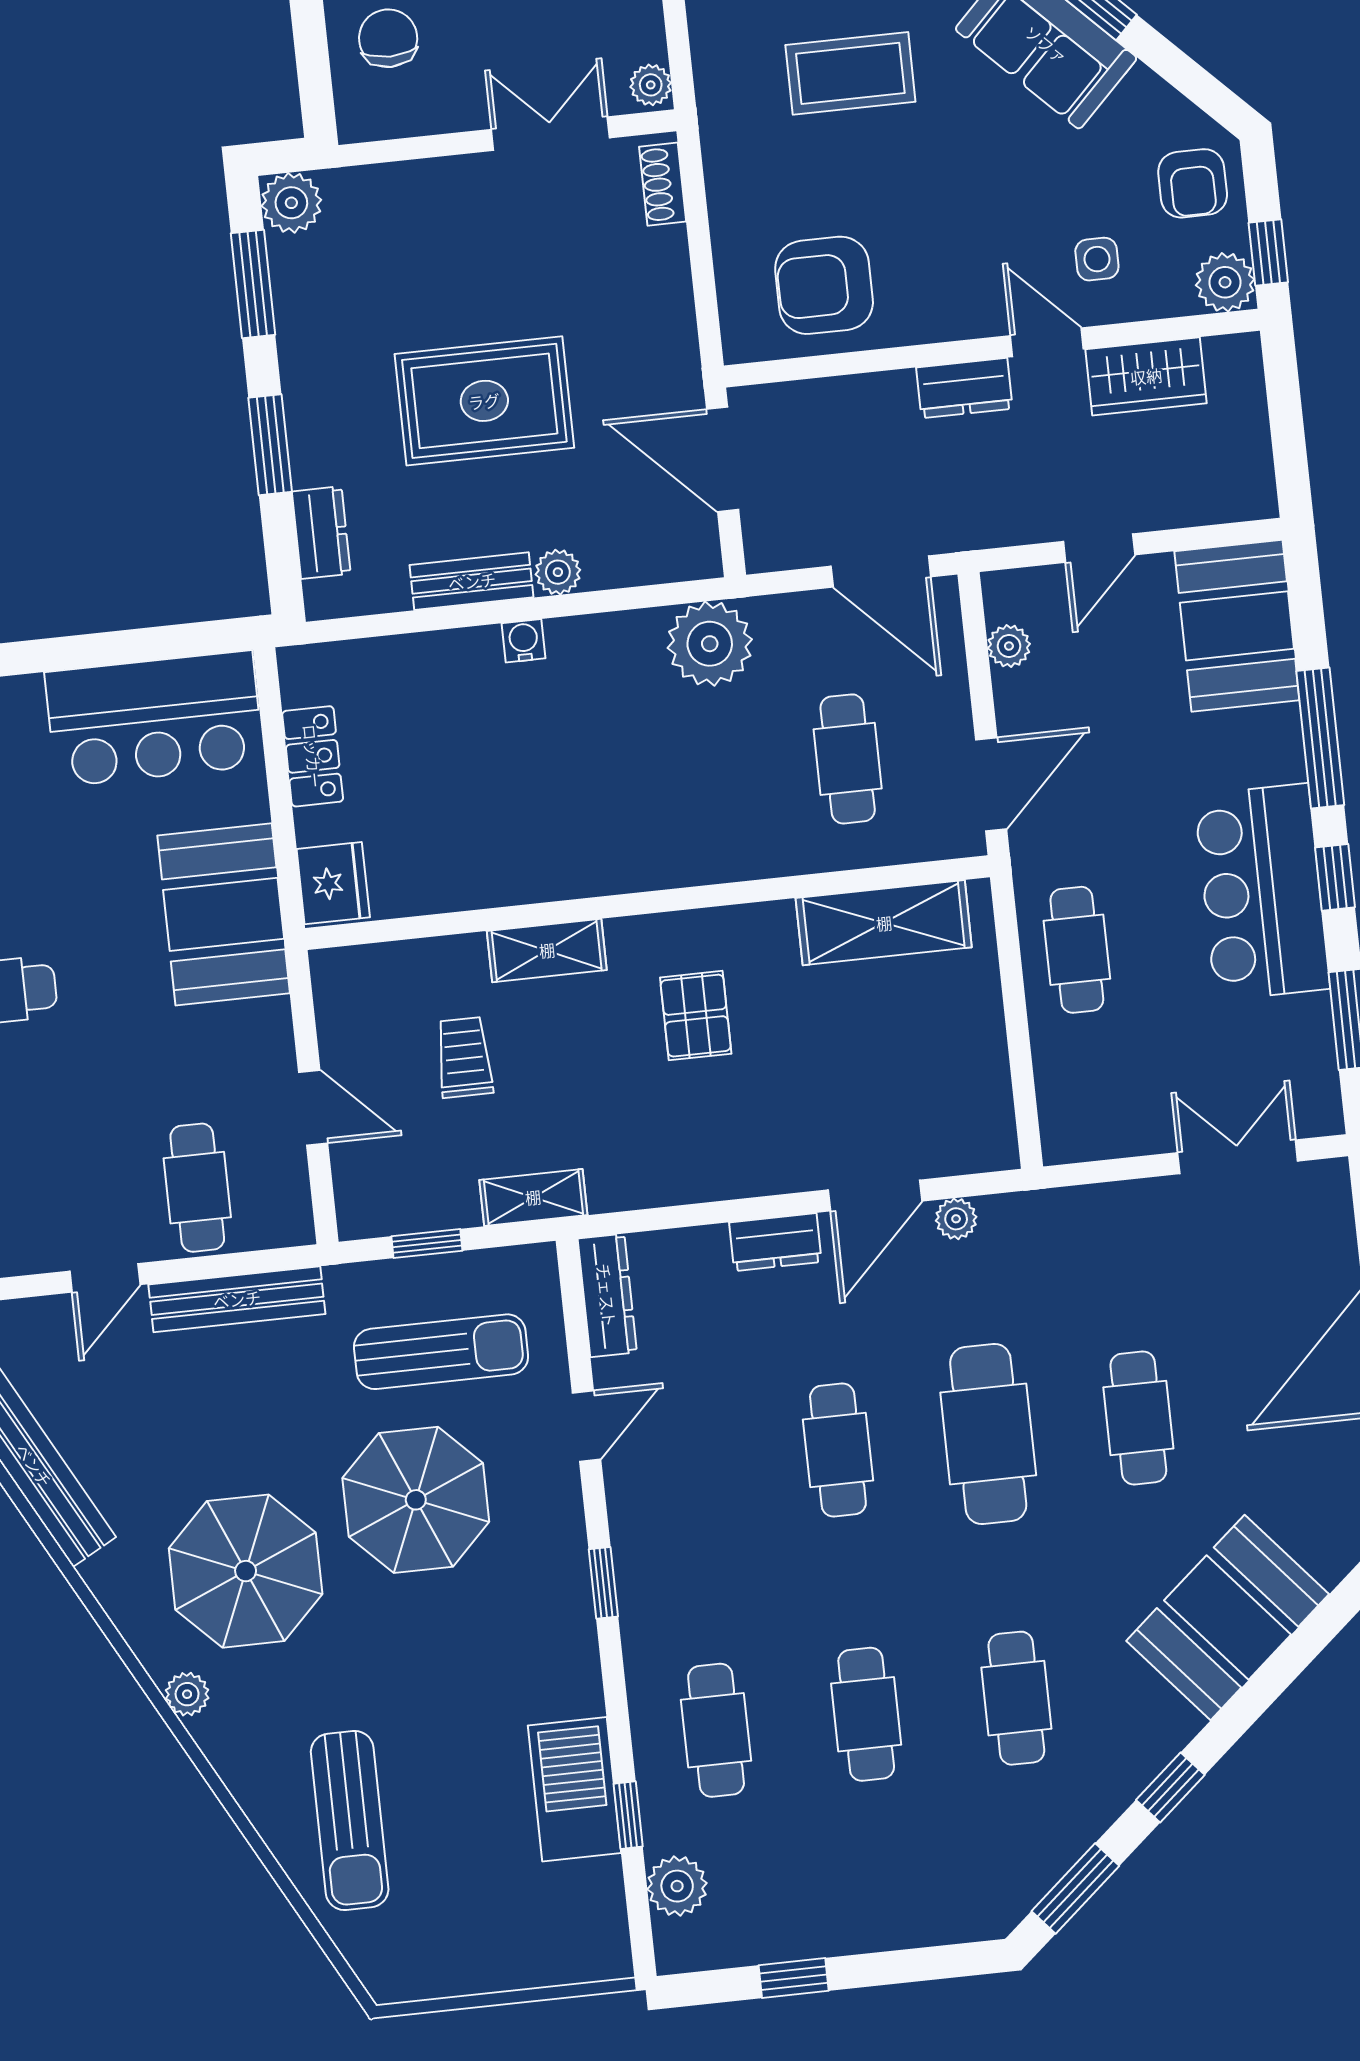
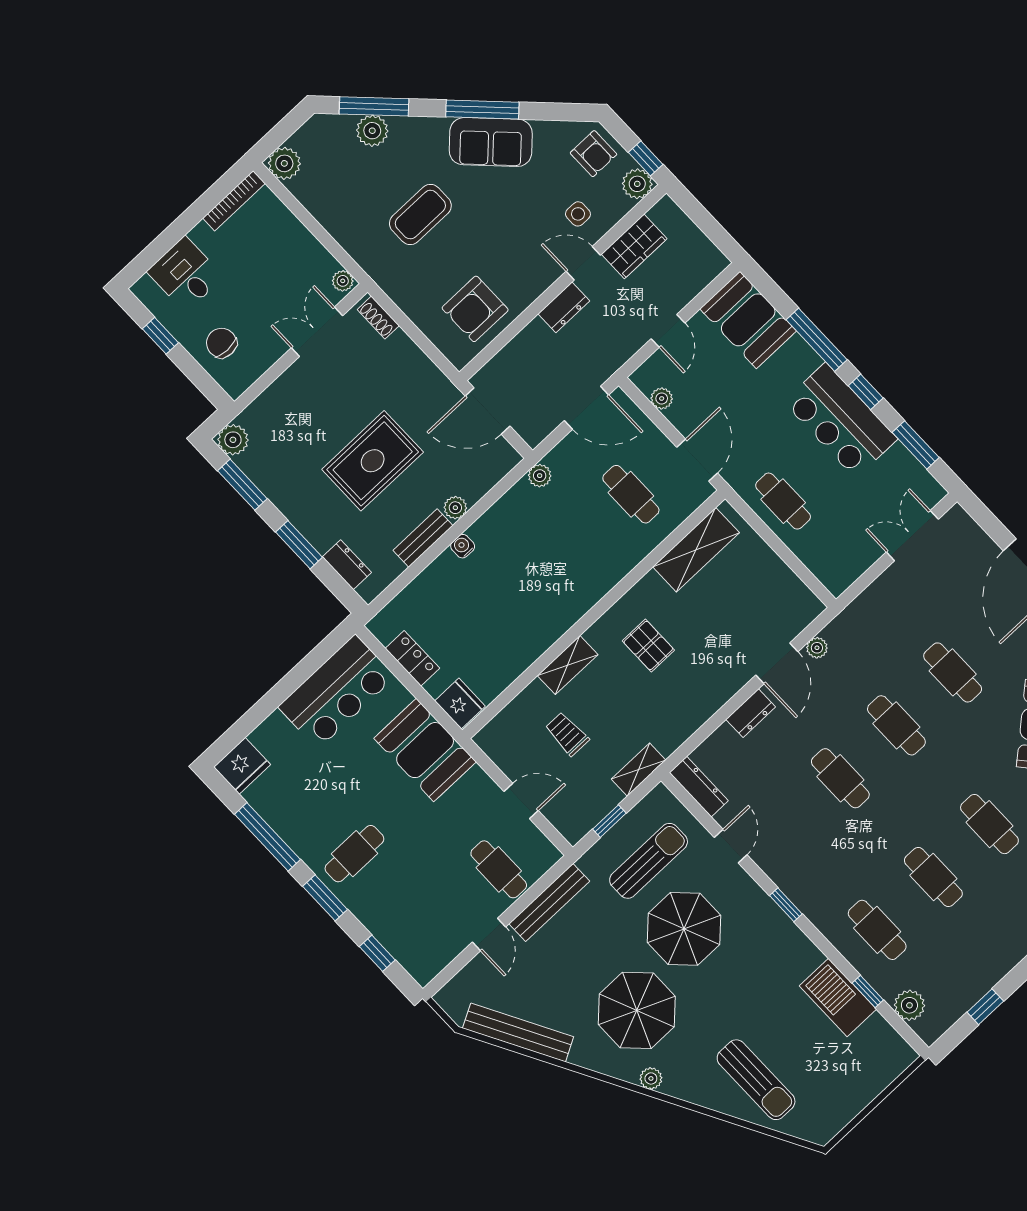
plant: (710, 644) -> (540, 476), width x0.53, depth x0.53
cafe table: (988, 1434) -> (896, 725), width x0.73, depth x0.74

